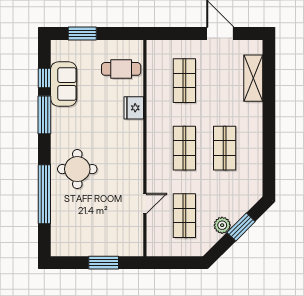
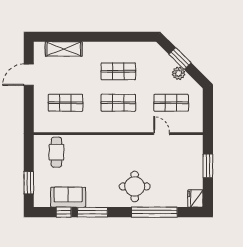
fridge: (134, 108) -> (195, 198), moved, turned 90

